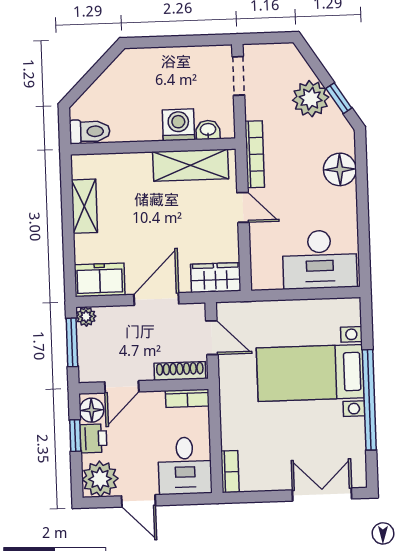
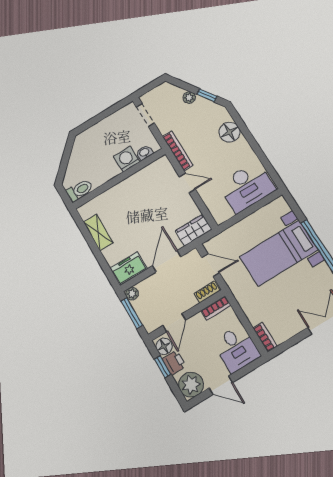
plant: (311, 99) -> (189, 98), width x0.53, depth x0.53
shelving: (191, 165) -> (145, 177), removed
shoe rack: (180, 371) -> (207, 292), width x0.70

